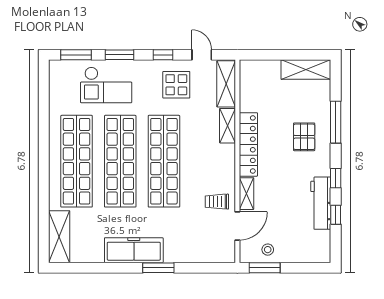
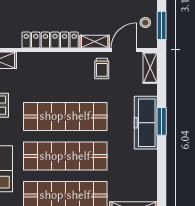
shelving: (228, 126) -> (150, 68), moved, turned 90
door: (237, 226) -> (124, 50), hinge flipped
freezer: (134, 250) -> (146, 123), moved

